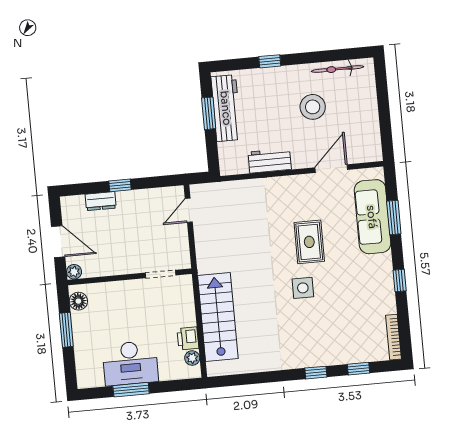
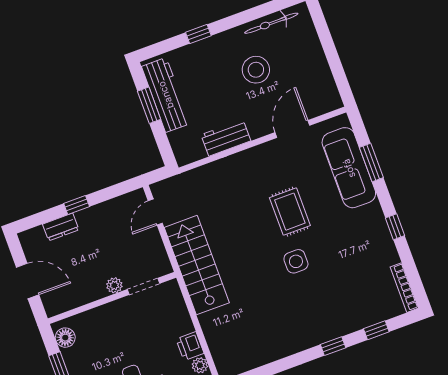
plant: (74, 272) -> (114, 285), moved
stairs: (218, 317) -> (197, 265), moved

